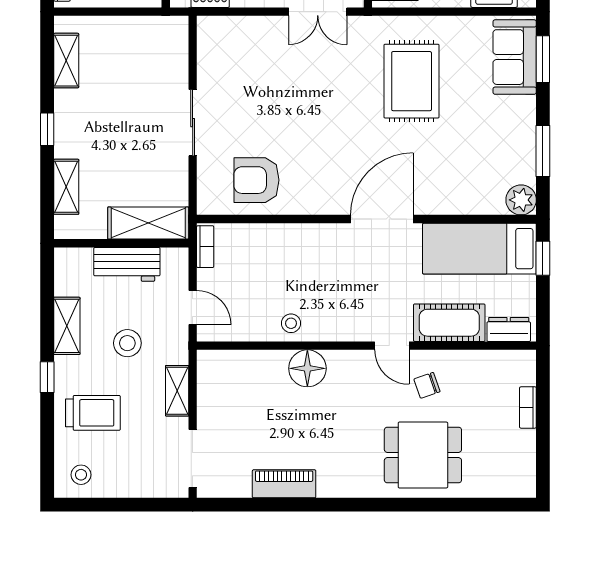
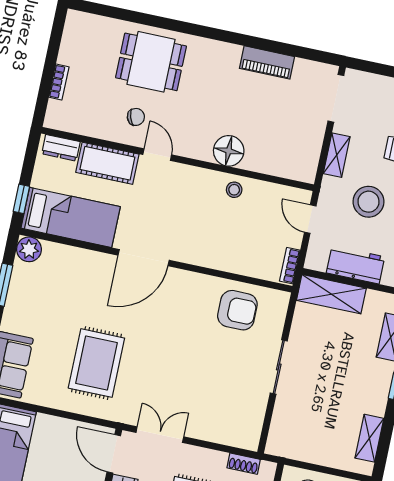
stool: (127, 343) -> (368, 202), width x1.38, depth x1.38

